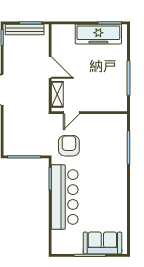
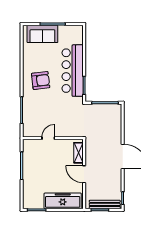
freezer: (98, 34) -> (63, 201), moved
door: (71, 113) -> (48, 138), moved
armchair: (69, 146) -> (41, 81), moved, turned -97

